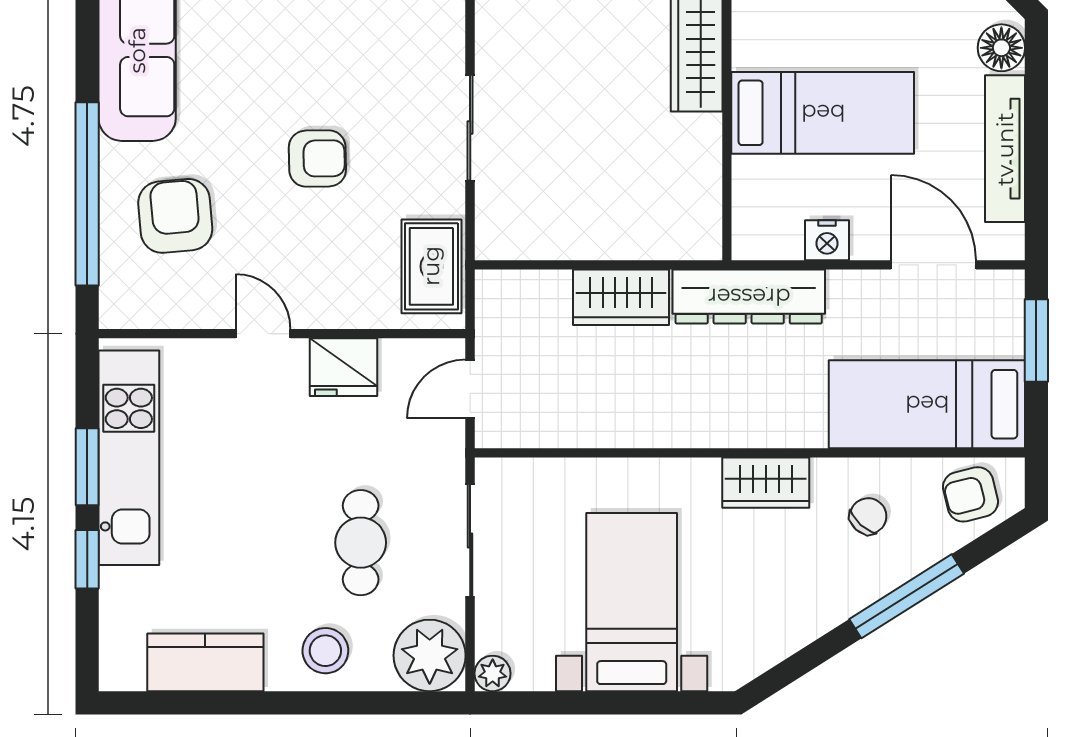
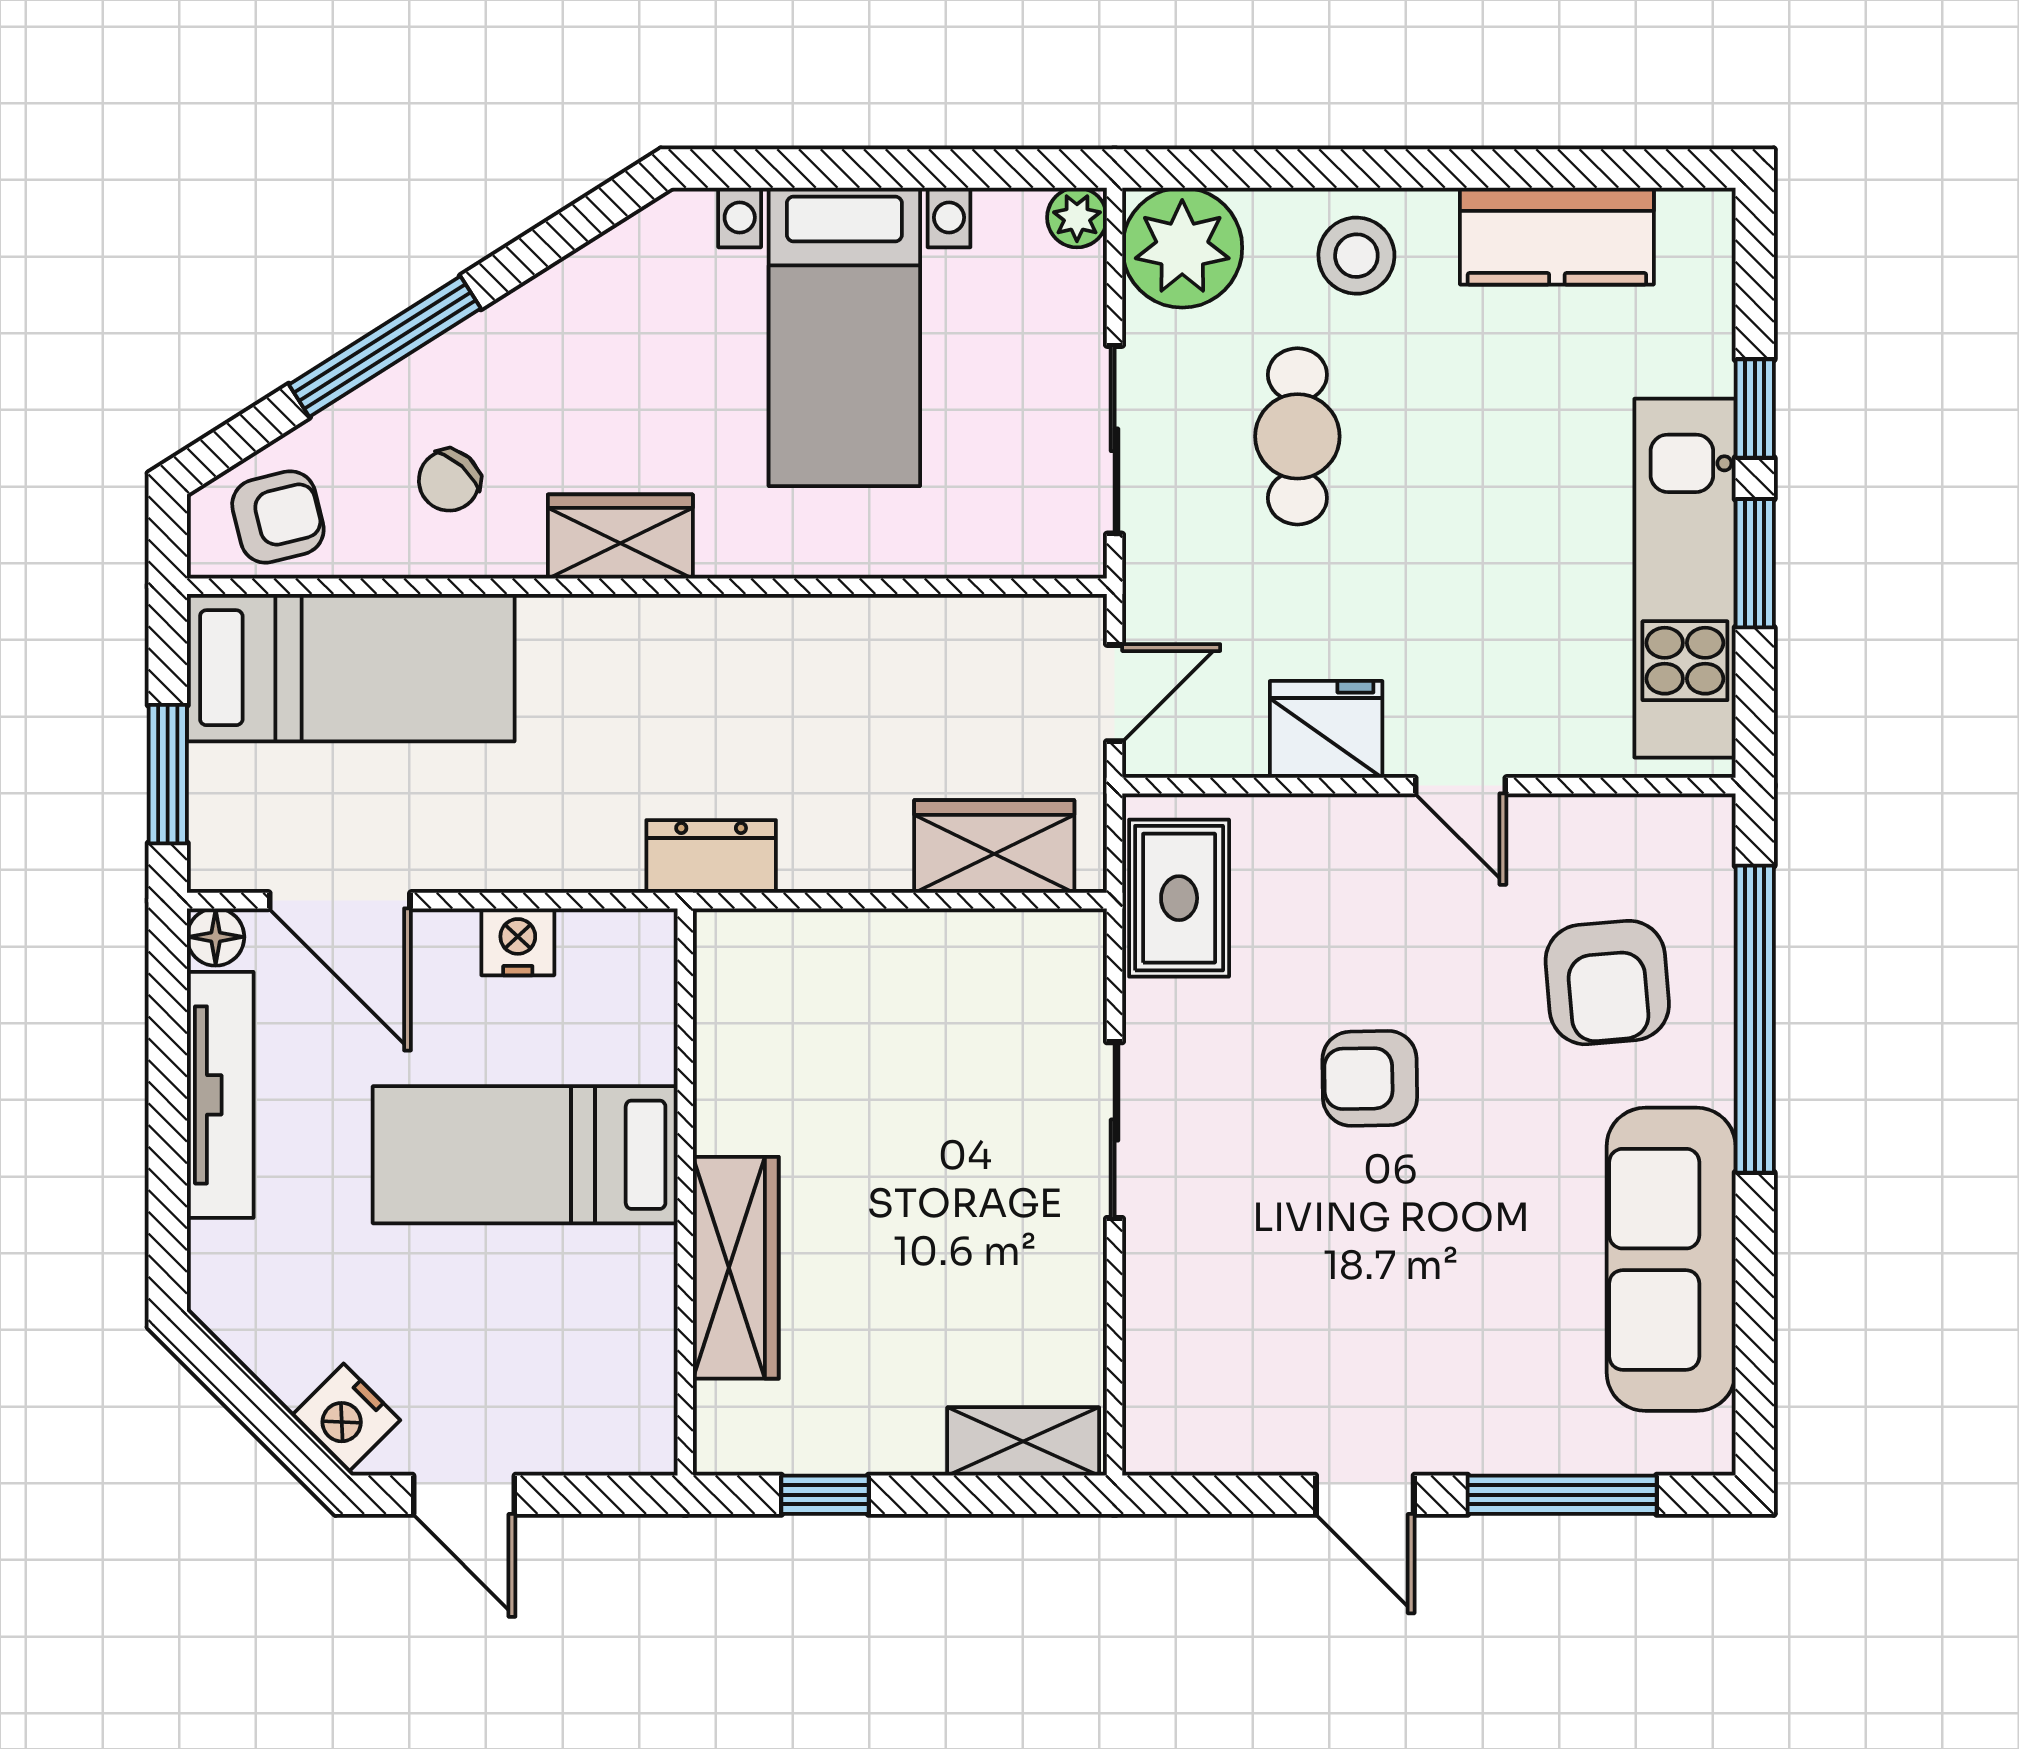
floor lamp: (1001, 48) -> (216, 937), moved, width x0.73, depth x0.73
wardrobe: (621, 297) -> (994, 847), moved
dresser: (749, 297) -> (711, 856), width x0.51, depth x0.80

